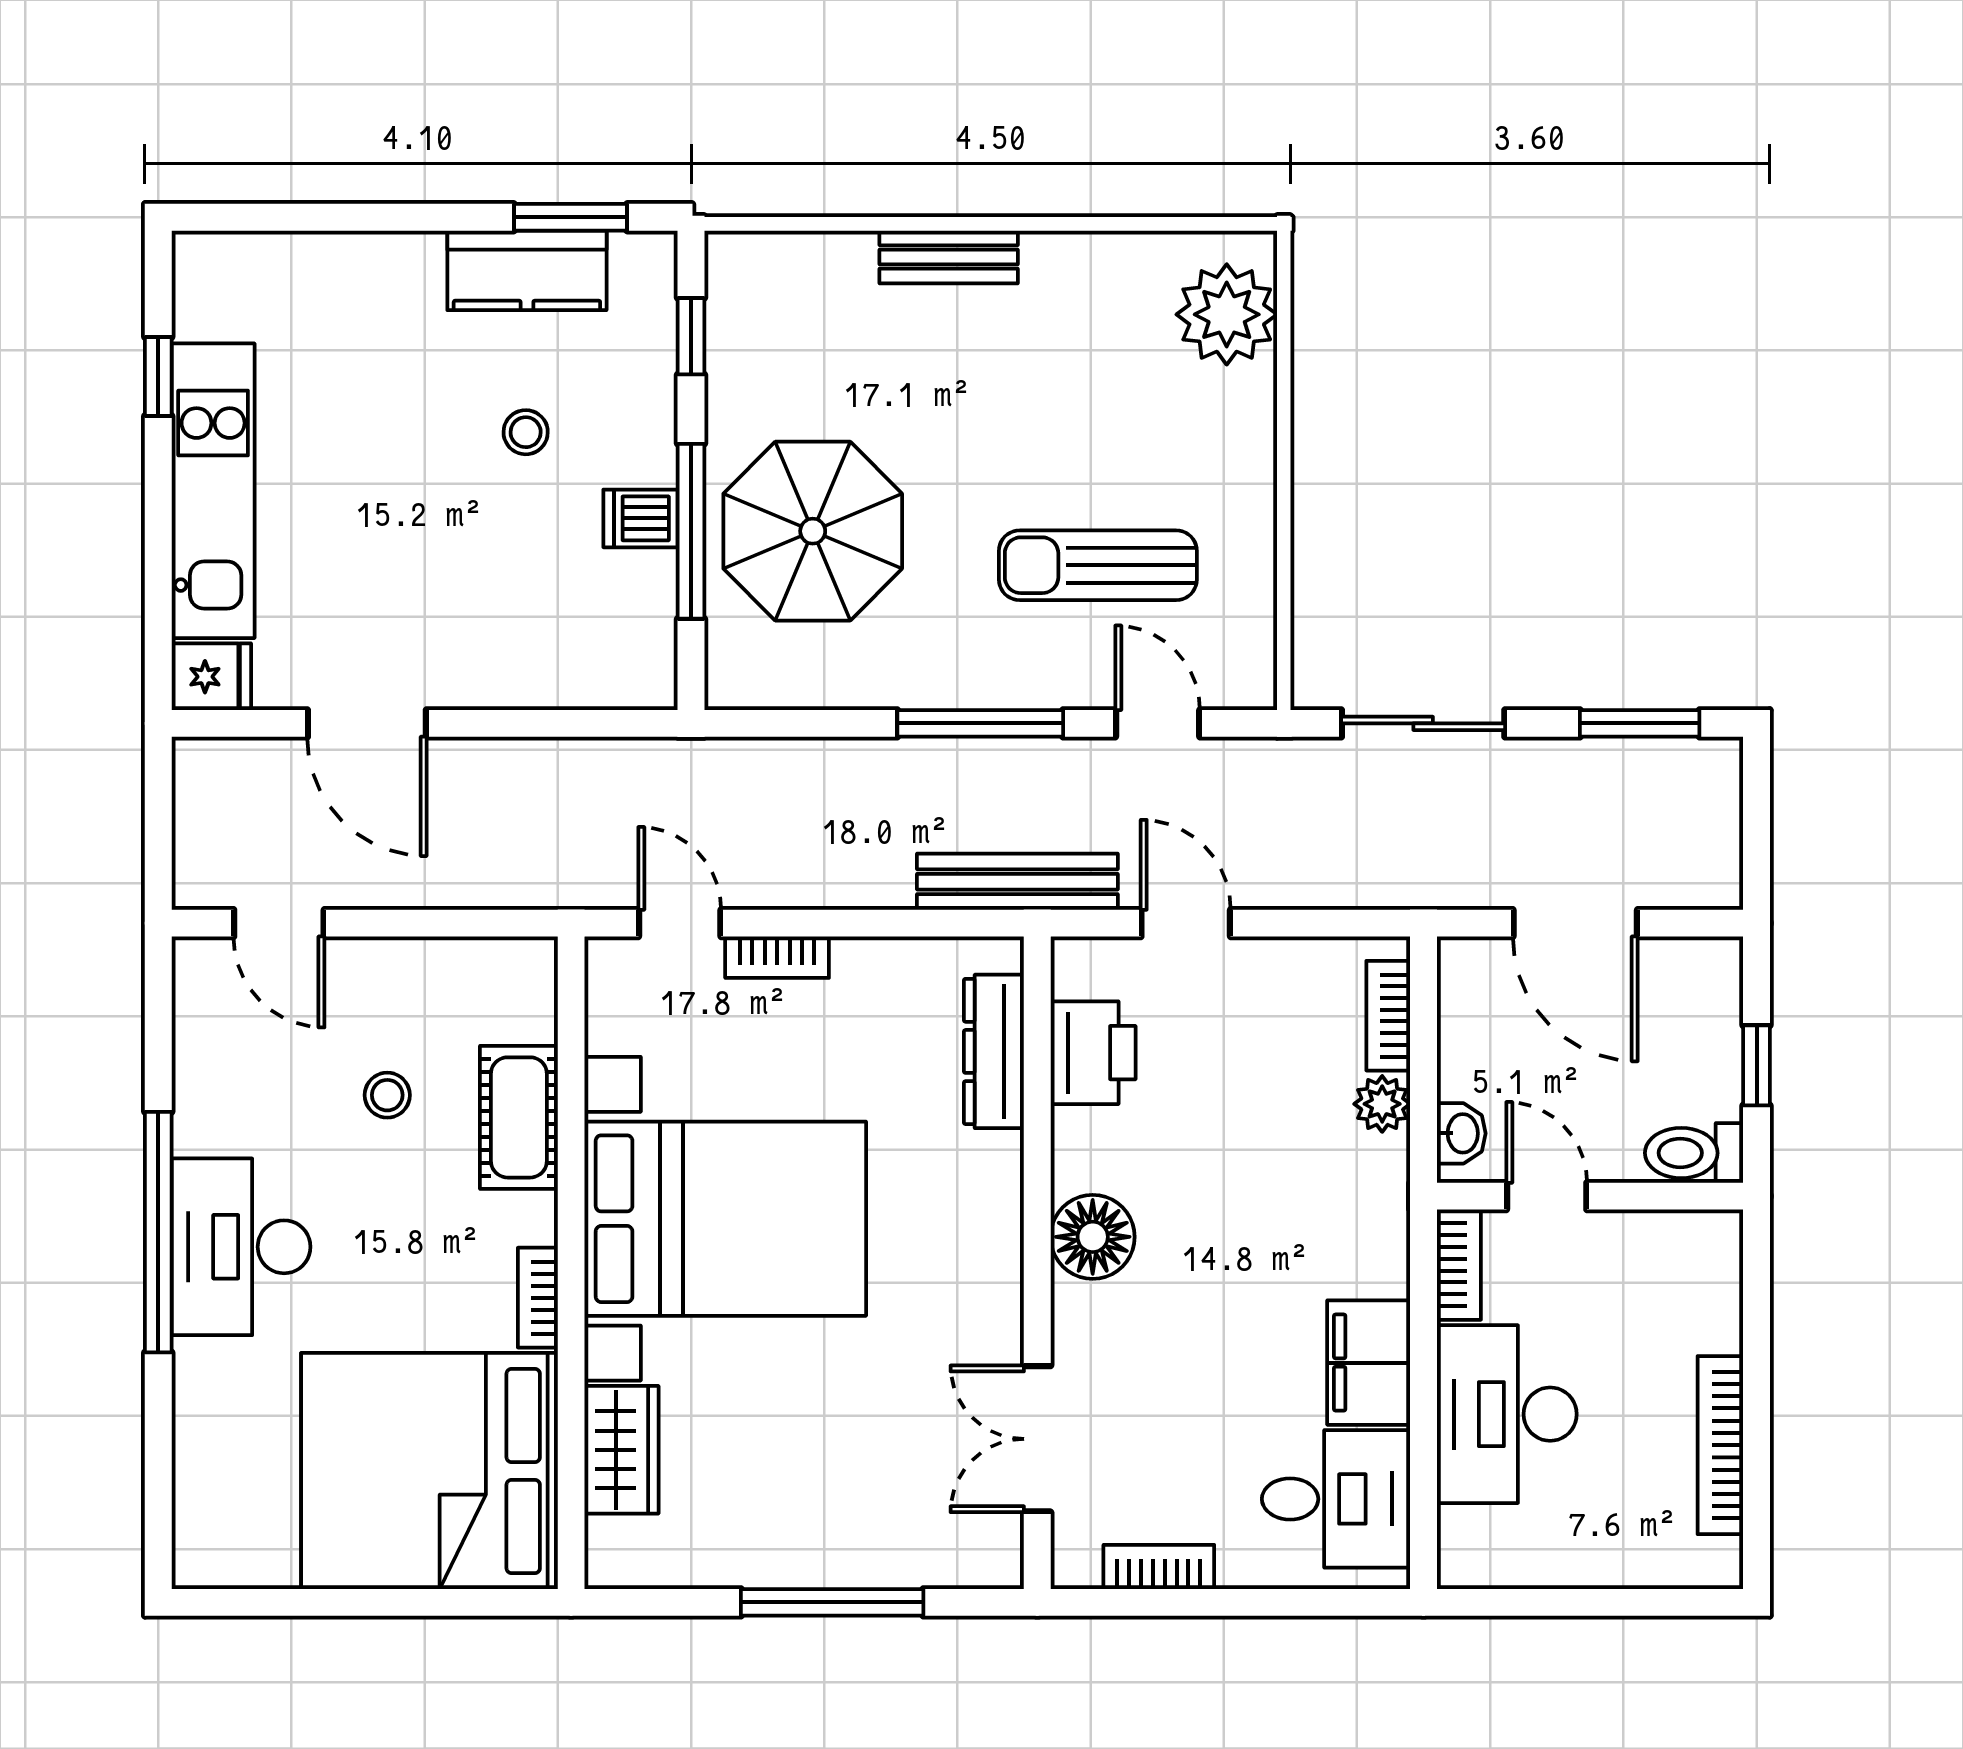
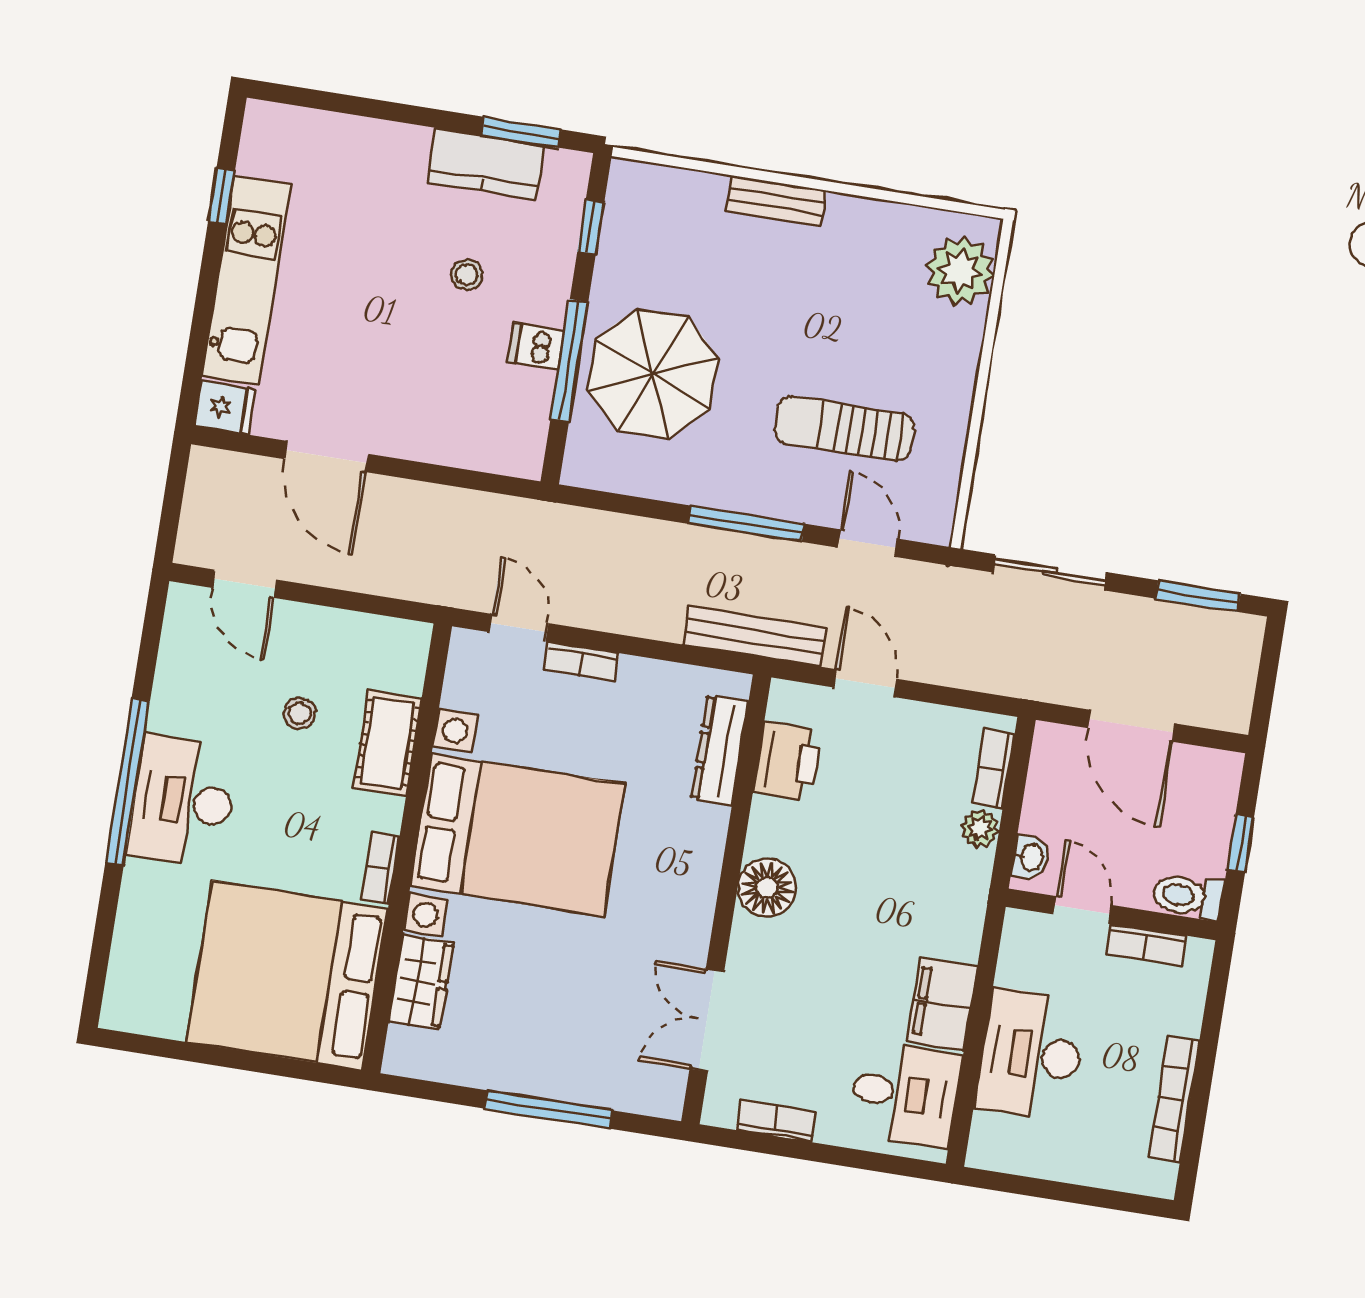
bookcase: (1459, 1265) -> (1145, 945), moved, turned 90

